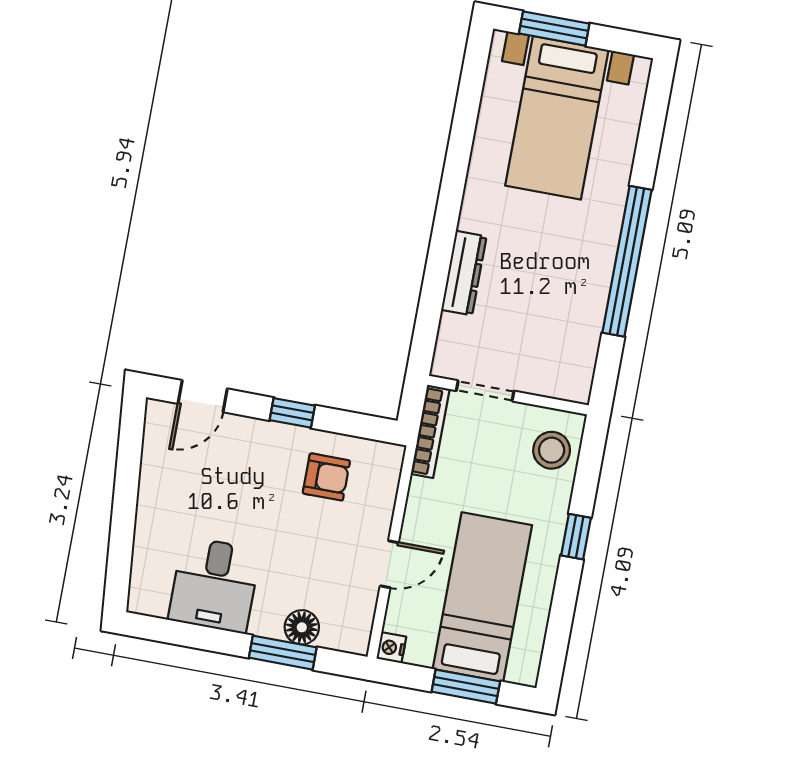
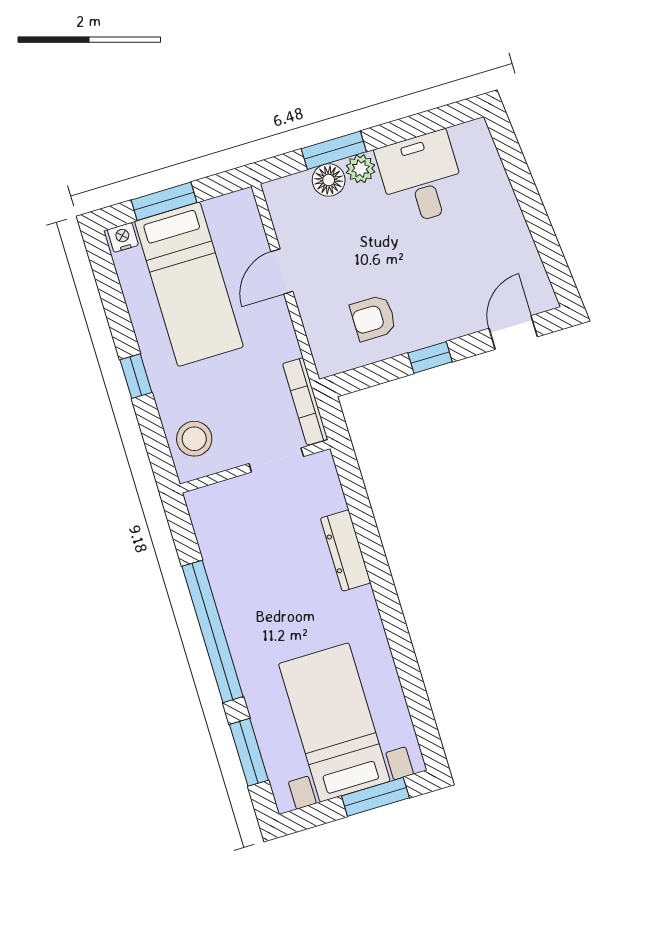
window: (651, 131) -> (249, 752), added
plant: (267, 623) -> (361, 169), added
nightstand: (391, 648) -> (123, 237), moved, turned -90

